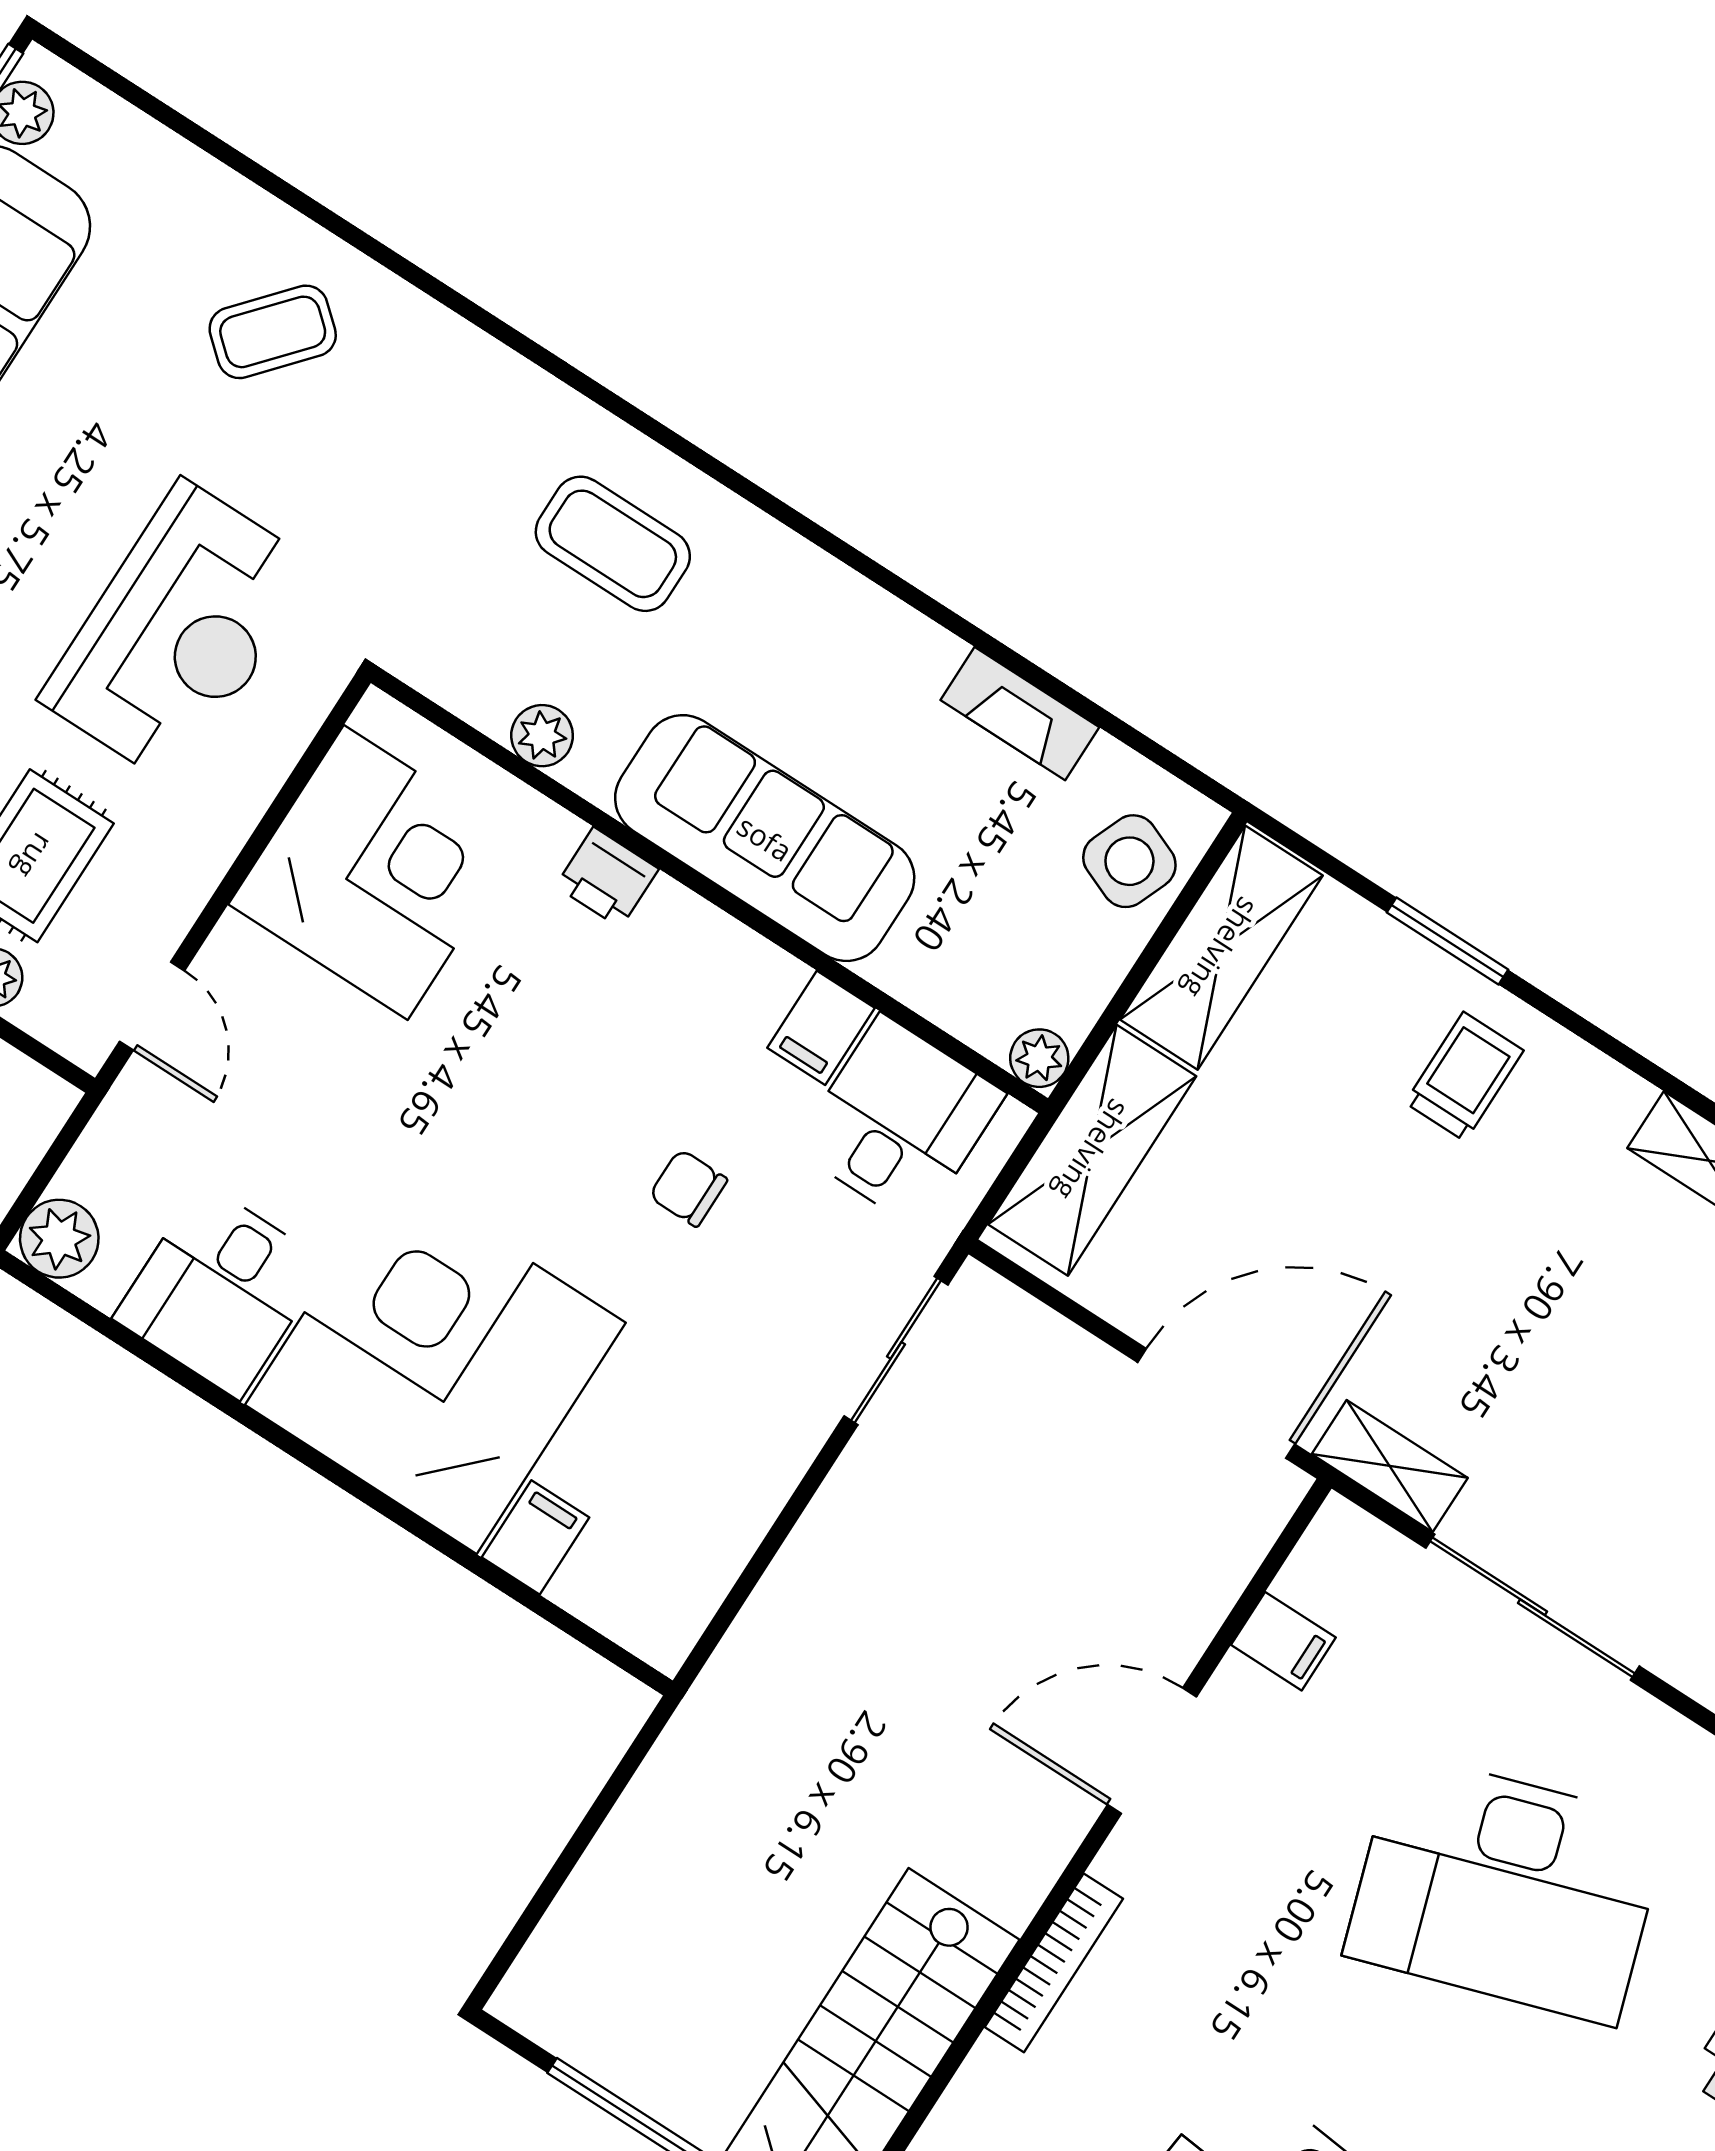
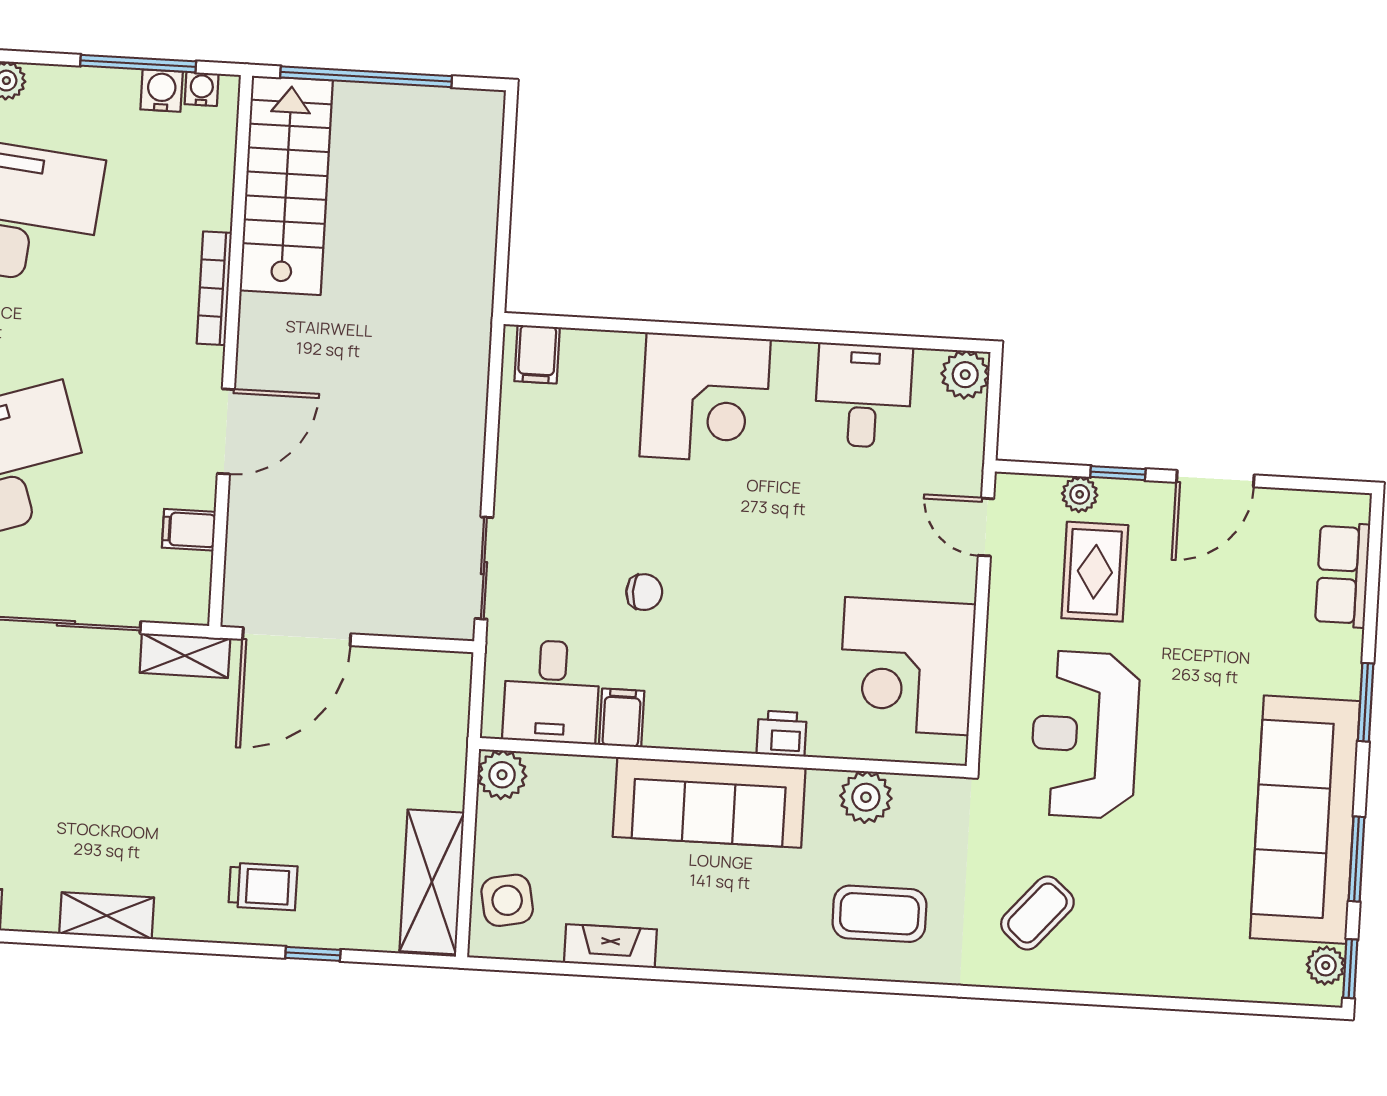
coffee table: (273, 332) -> (1037, 913), moved
plant: (542, 736) -> (866, 797), width x1.38, depth x1.38
side table: (1129, 861) -> (507, 900), turned -33
window: (1447, 941) -> (313, 954), width x0.67
plant: (1039, 1058) -> (502, 775), width x1.38, depth x1.38
trolley: (1464, 1077) -> (263, 886), turned -90
shelving: (1092, 1150) -> (440, 734), removed
corner desk: (435, 1364) -> (705, 398), width x0.74, depth x0.74
filing cabinet: (535, 1537) -> (537, 354), moved

